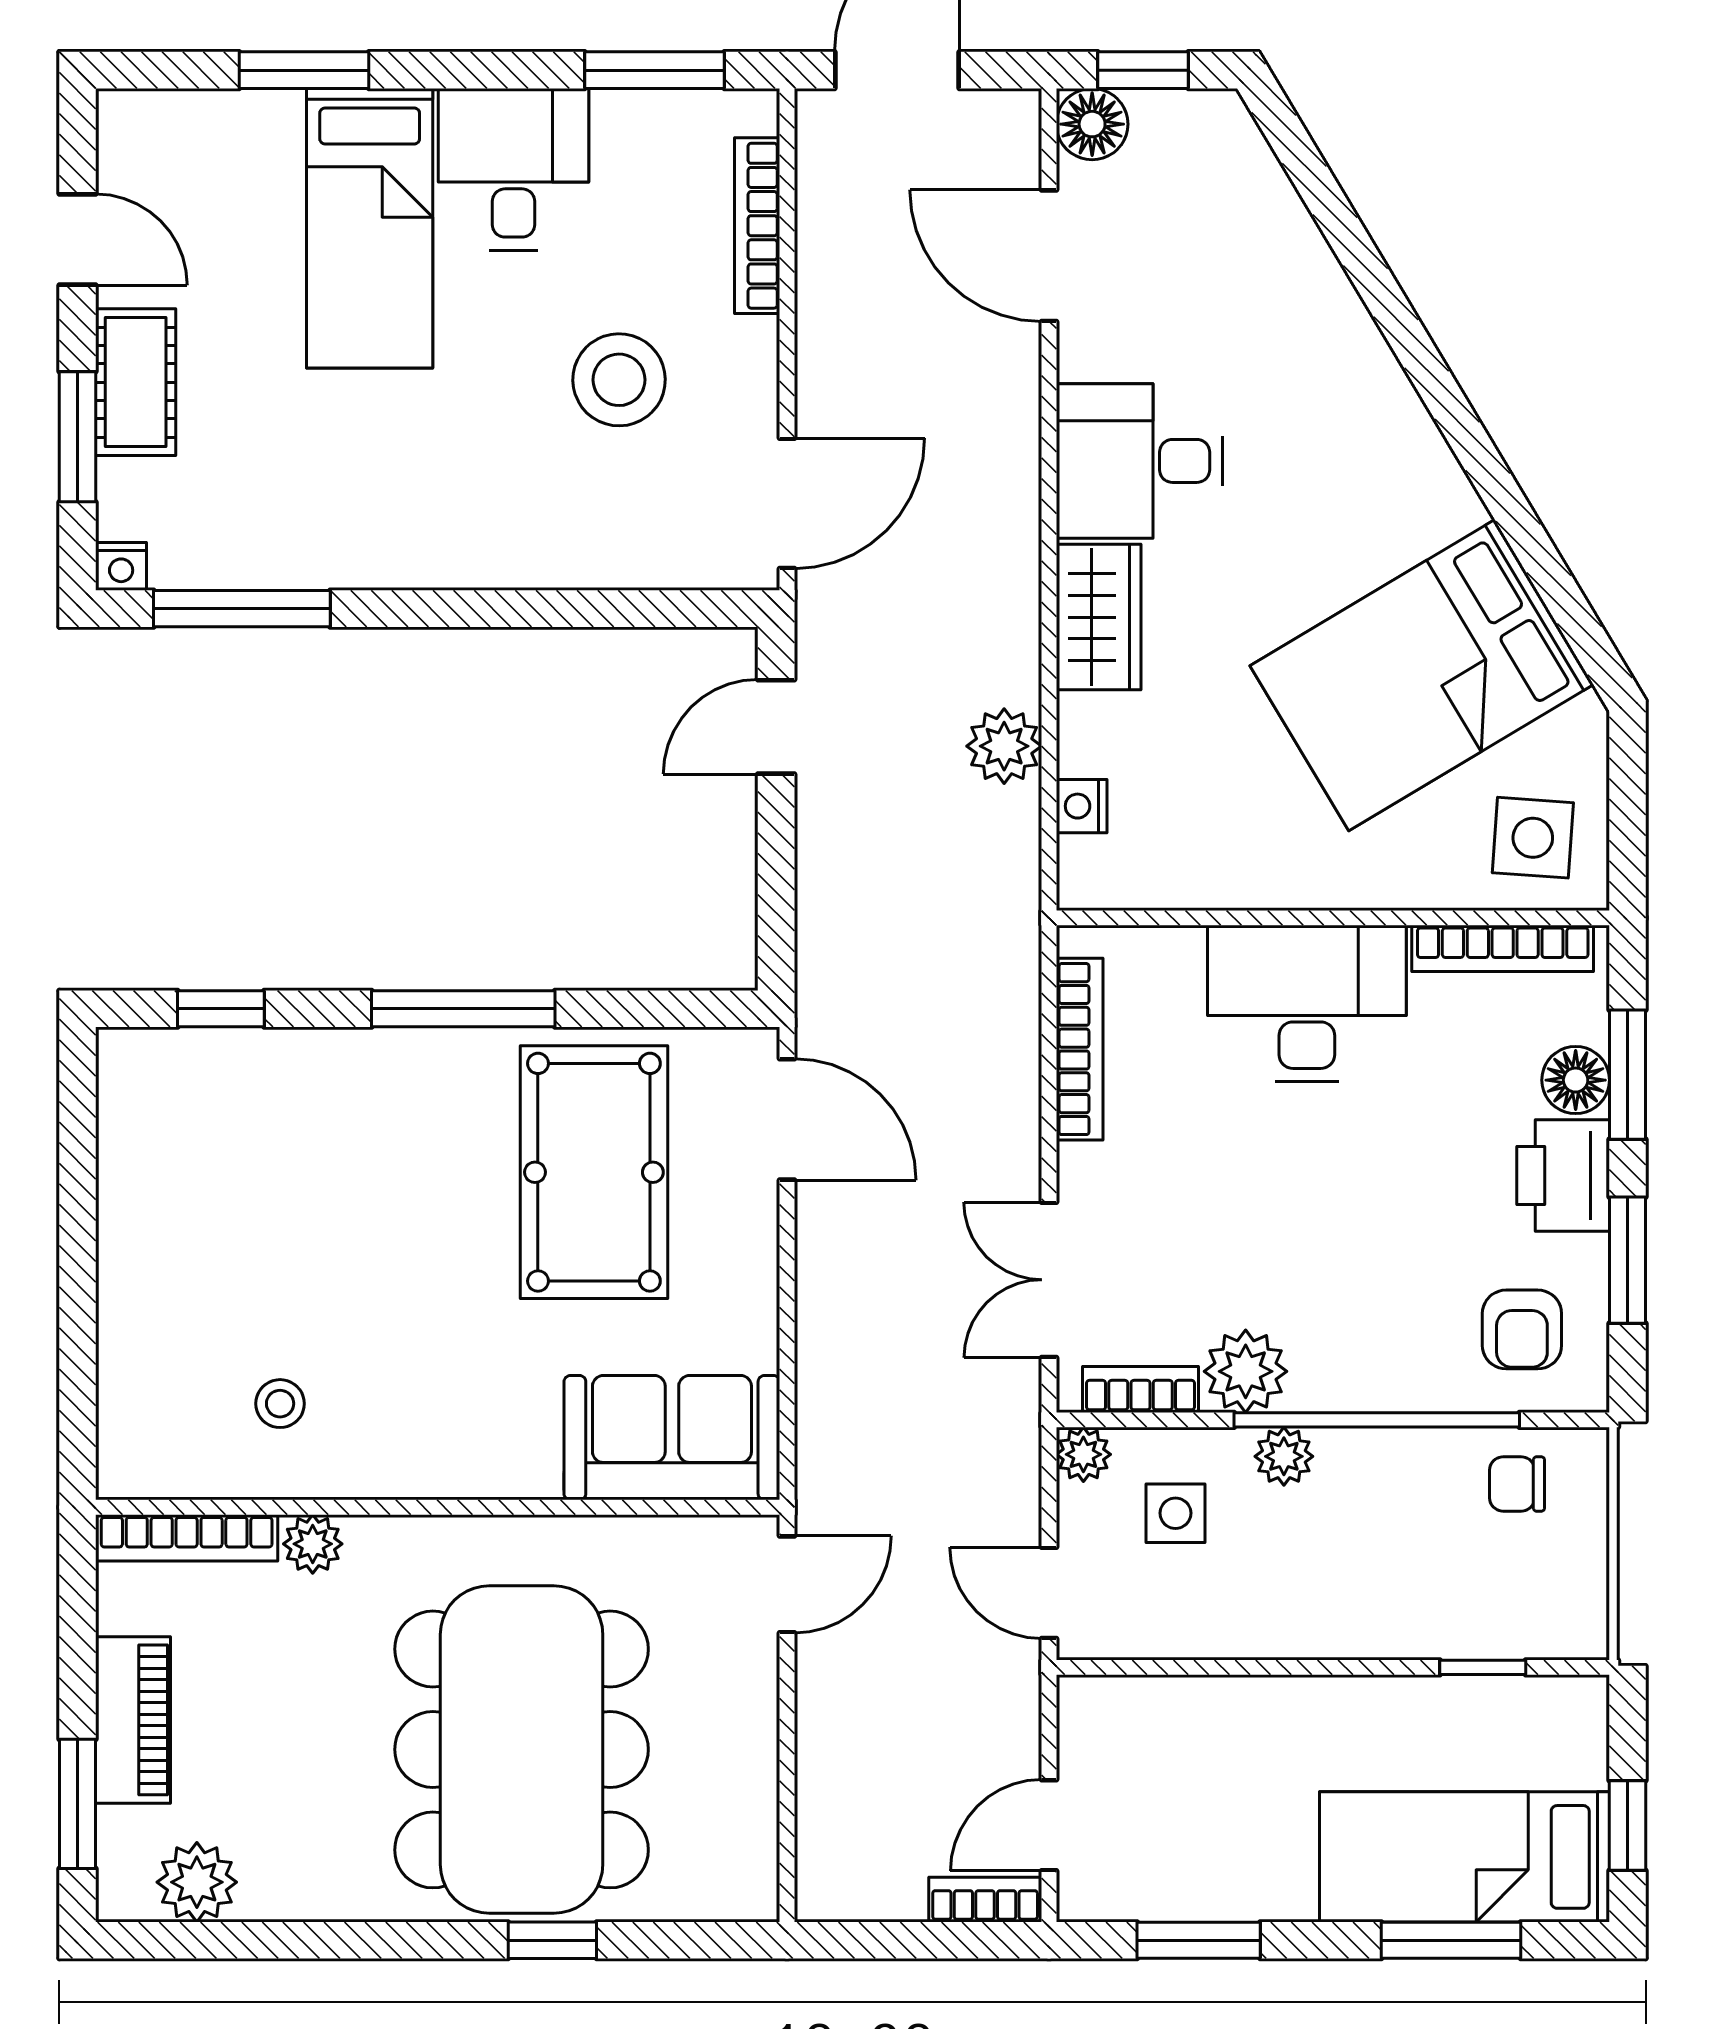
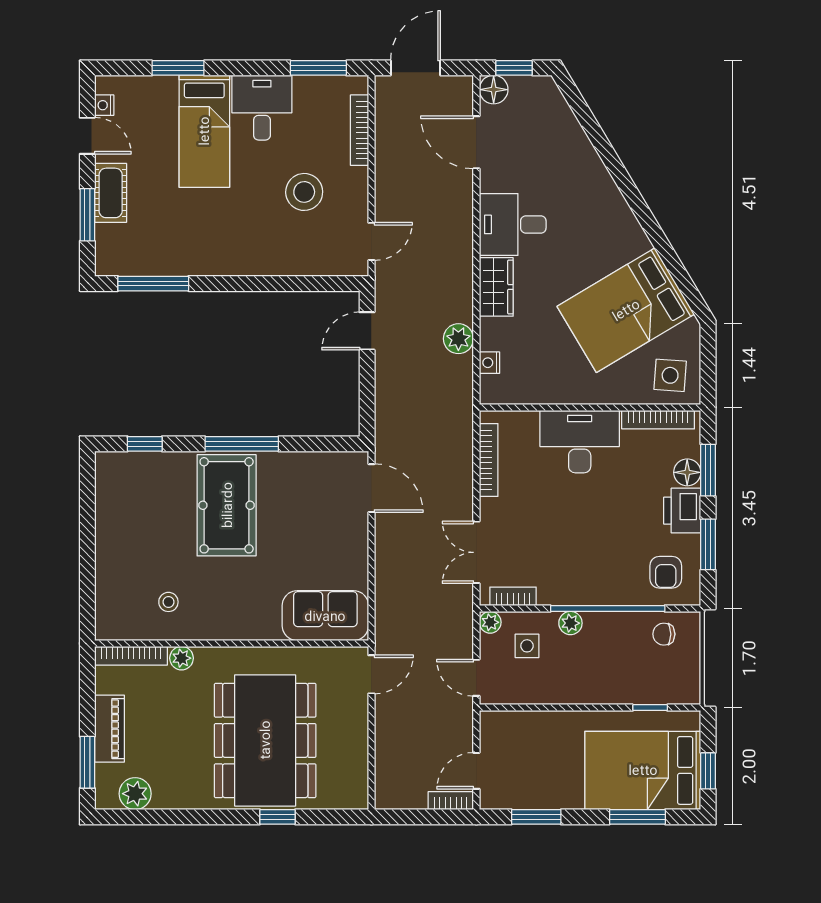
door: (787, 503) -> (371, 241), width x0.73
nightstand: (121, 566) -> (104, 105), moved, turned 90
pool table: (594, 1172) -> (227, 505), moved
plant: (1246, 1371) -> (555, 589), removed
bed: (1465, 1857) -> (643, 770), width x1.50

